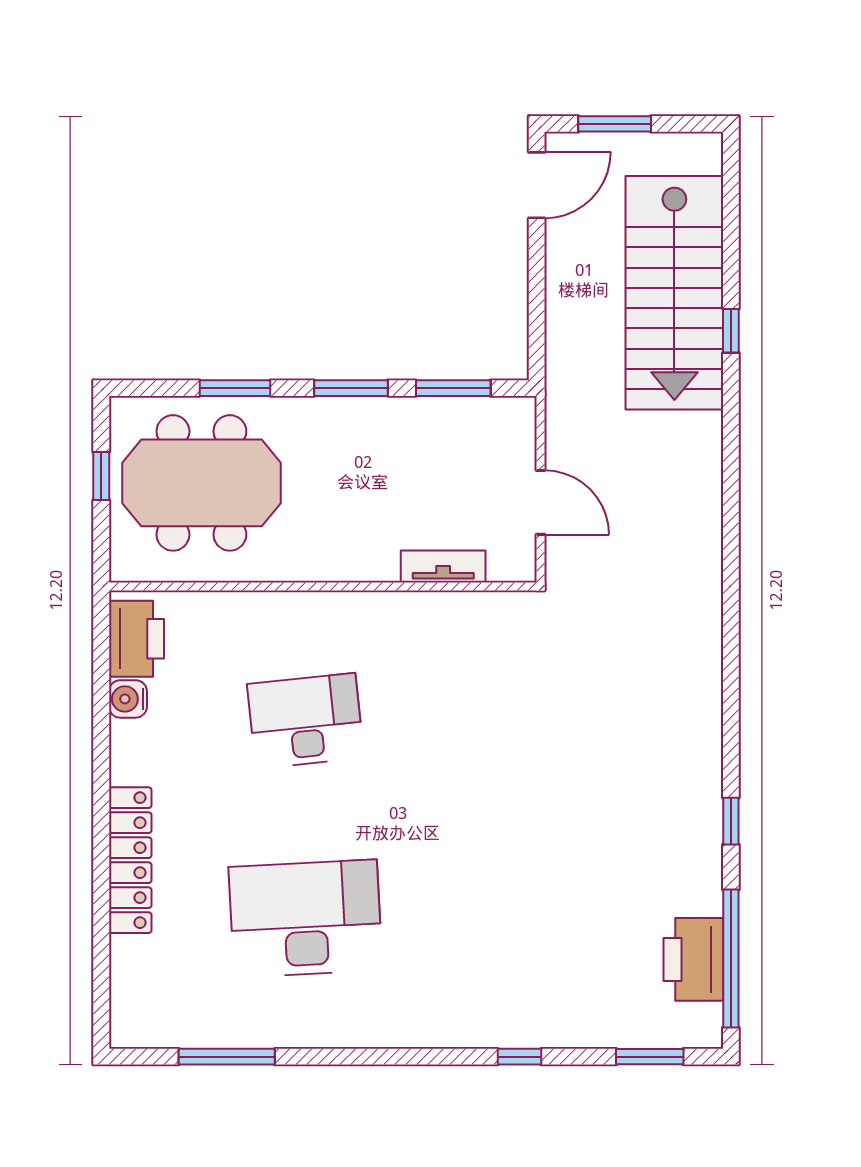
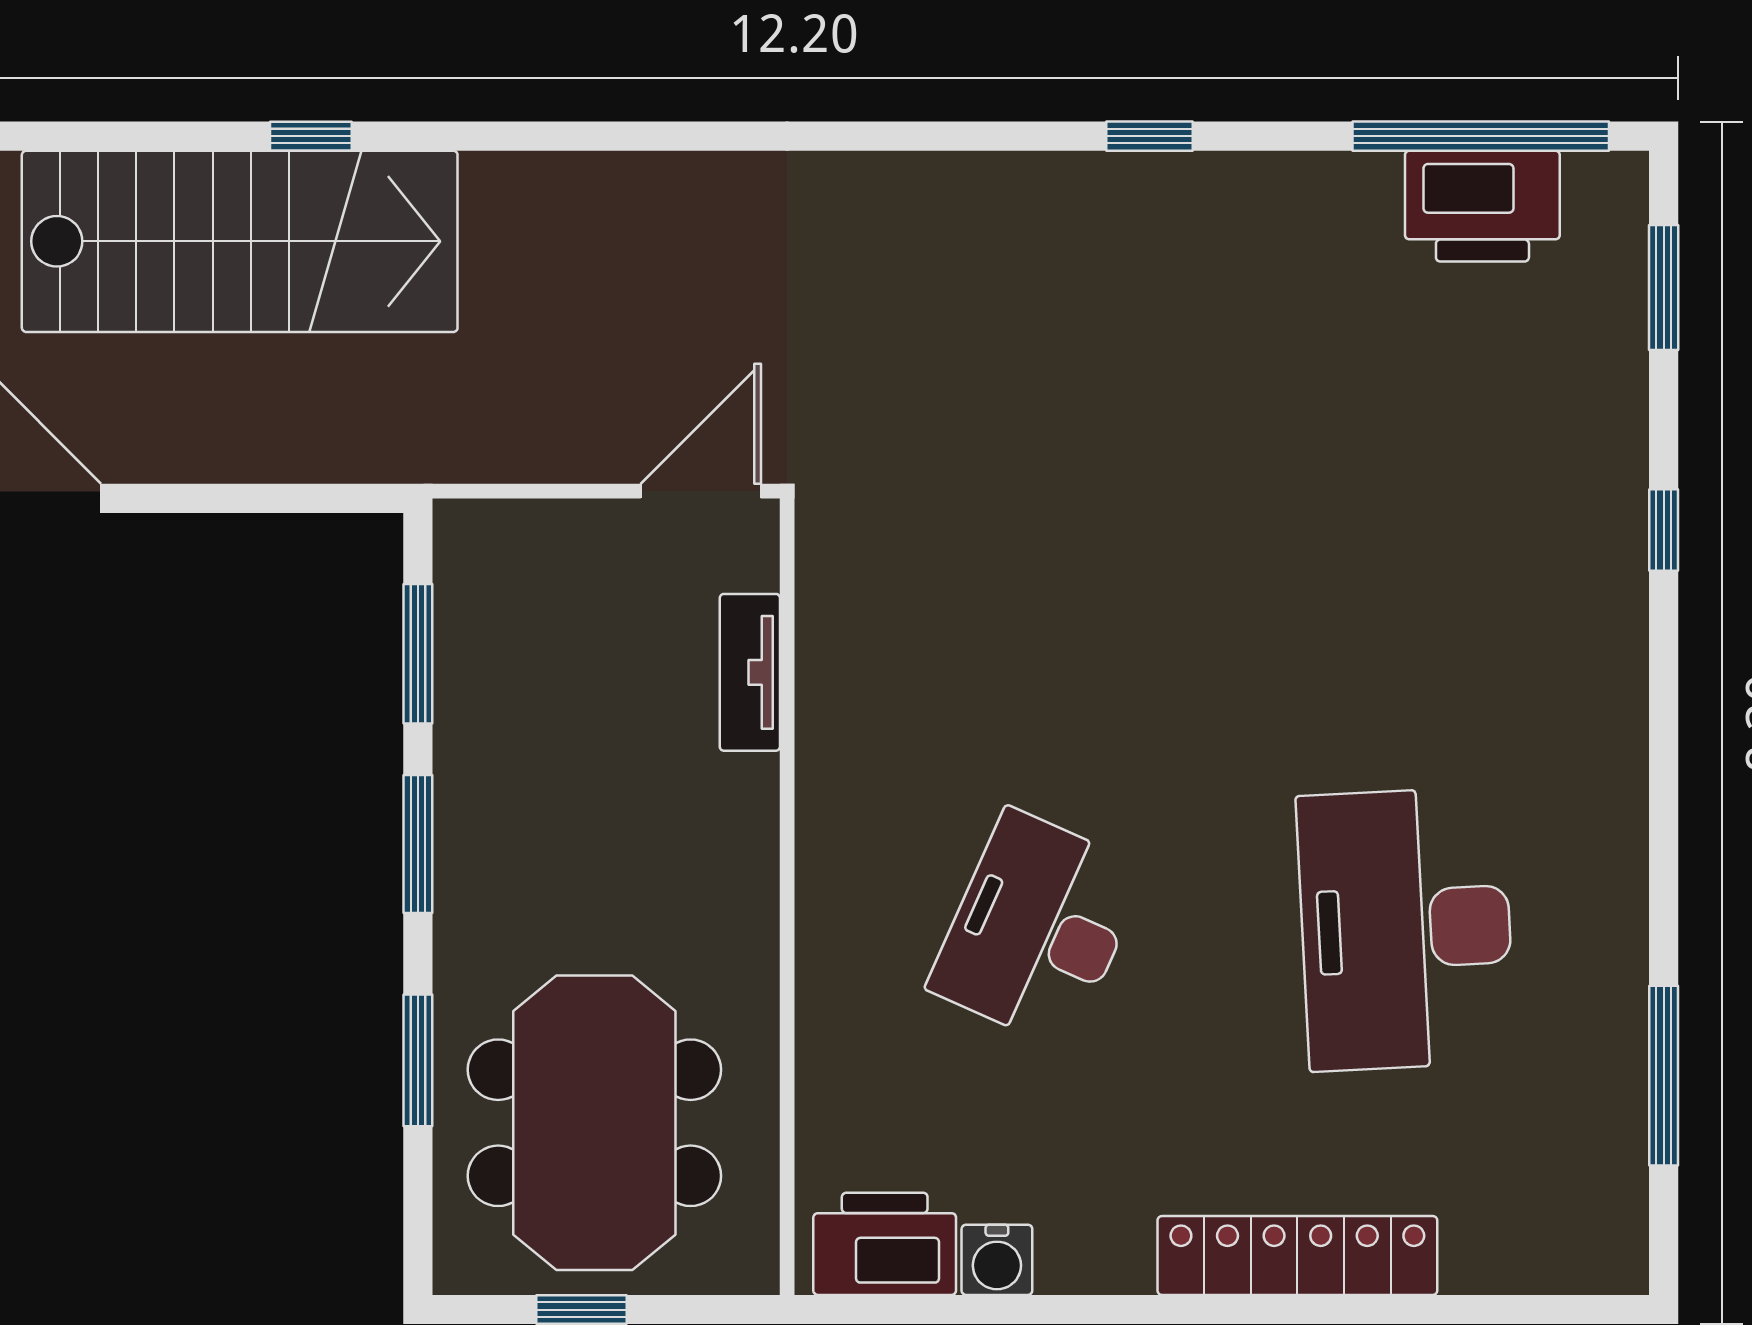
door: (540, 502) -> (701, 491), moved
desk: (306, 721) -> (1038, 929), turned 30
window: (731, 821) -> (1149, 136), moved

